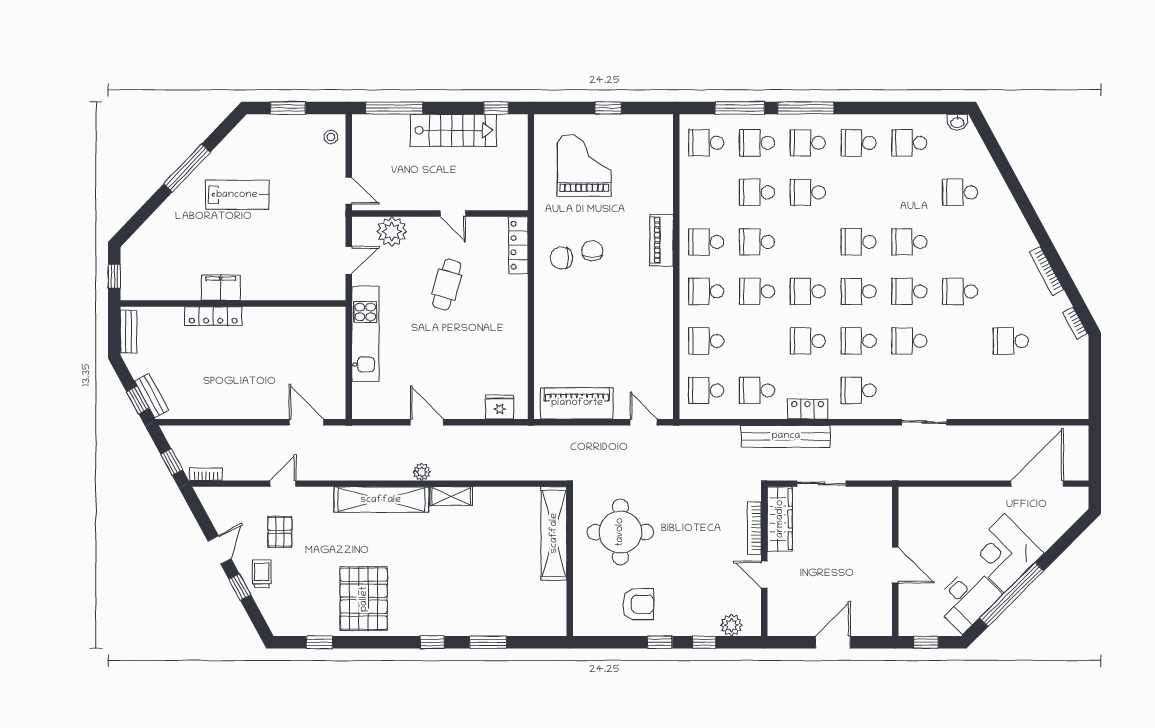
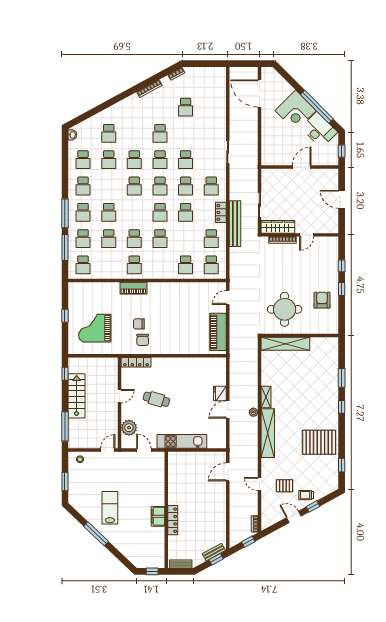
school desk: (706, 291) -> (109, 160), moved
fridge: (500, 407) -> (220, 393), moved
plant: (731, 625) -> (333, 252), removed

